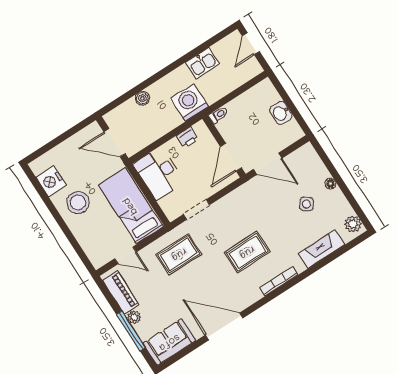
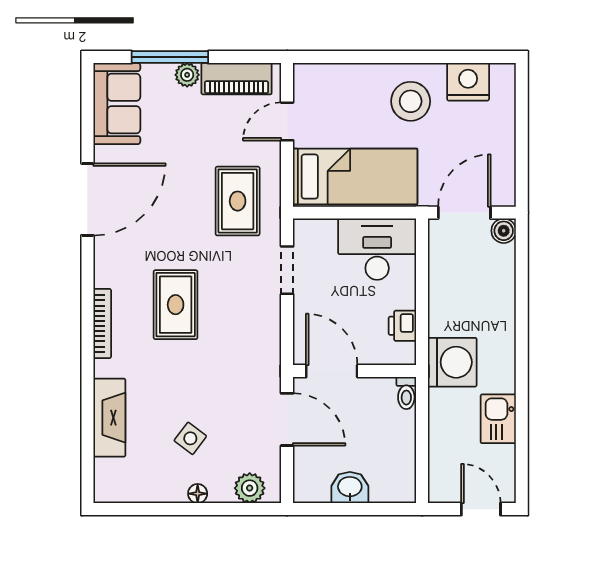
boiler: (142, 98) -> (504, 231), moved
door: (268, 164) -> (287, 419), swing flipped
plant: (353, 224) -> (250, 488), moved

